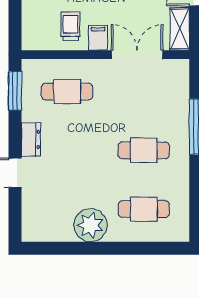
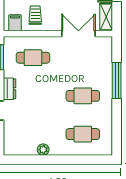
filing cabinet: (98, 38) -> (15, 23), moved
plant: (90, 225) -> (43, 150), width x0.53, depth x0.53

